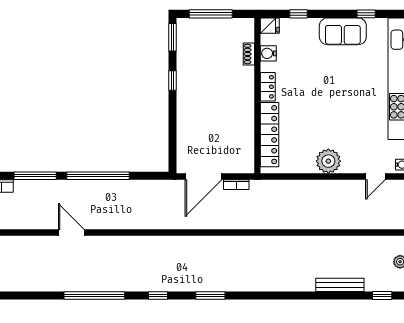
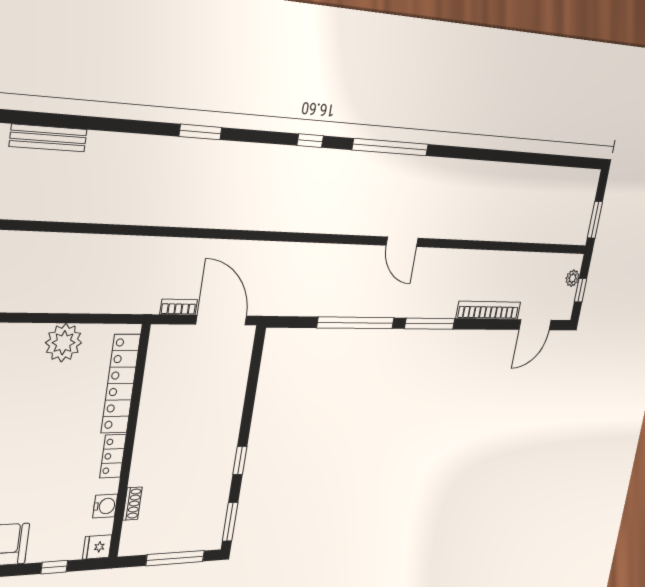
plant: (328, 161) -> (64, 343), moved
door: (204, 176) -> (221, 320), hinge flipped
window: (210, 295) -> (200, 132), moved

